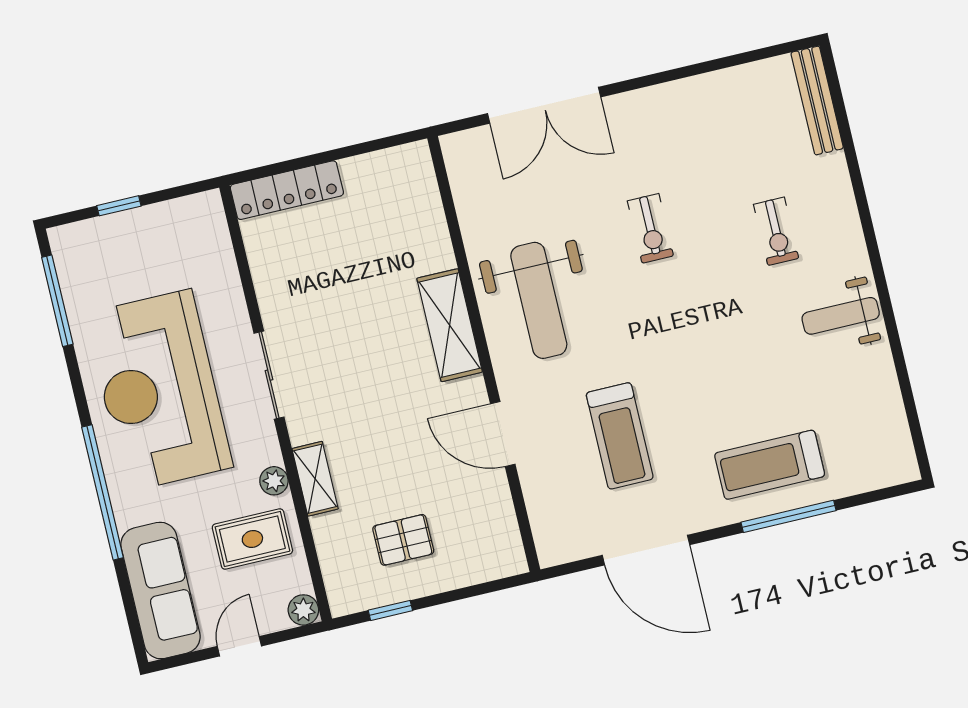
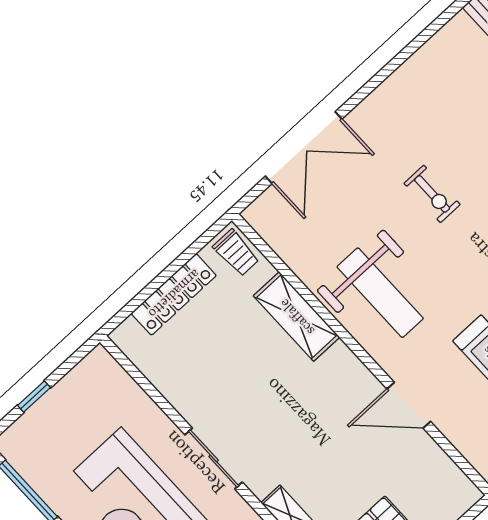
trolley: (413, 175) -> (236, 253), added
locker: (287, 190) -> (174, 294), moved
shelving: (450, 325) -> (297, 317), moved

